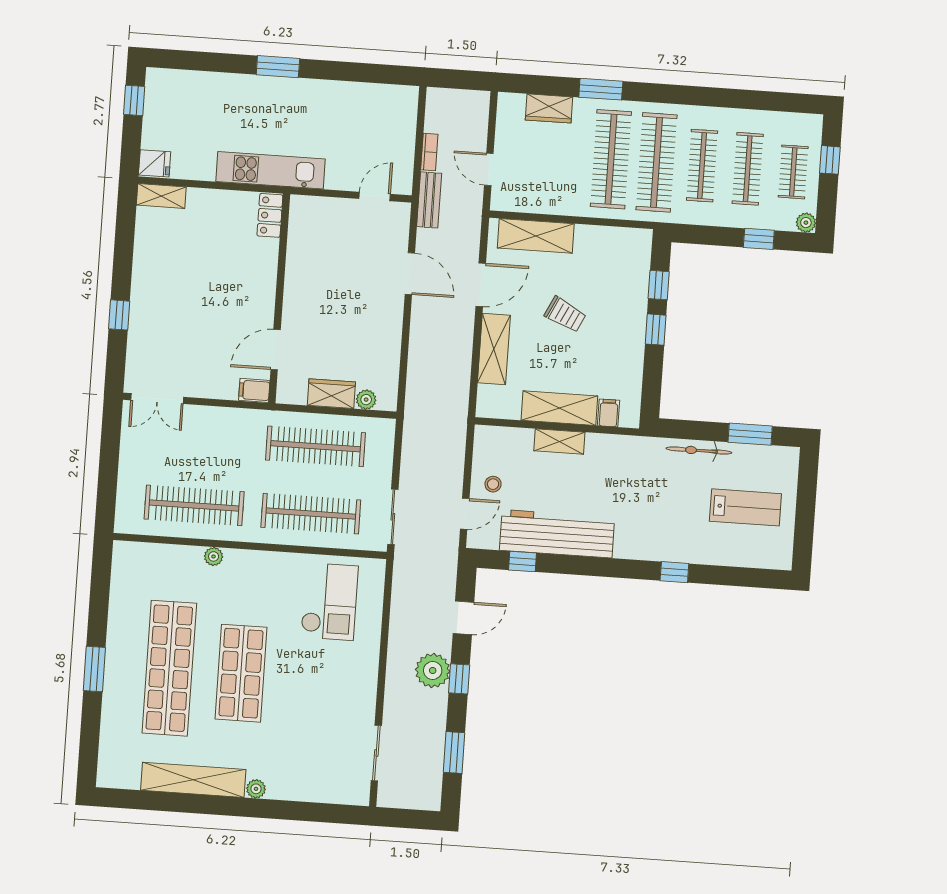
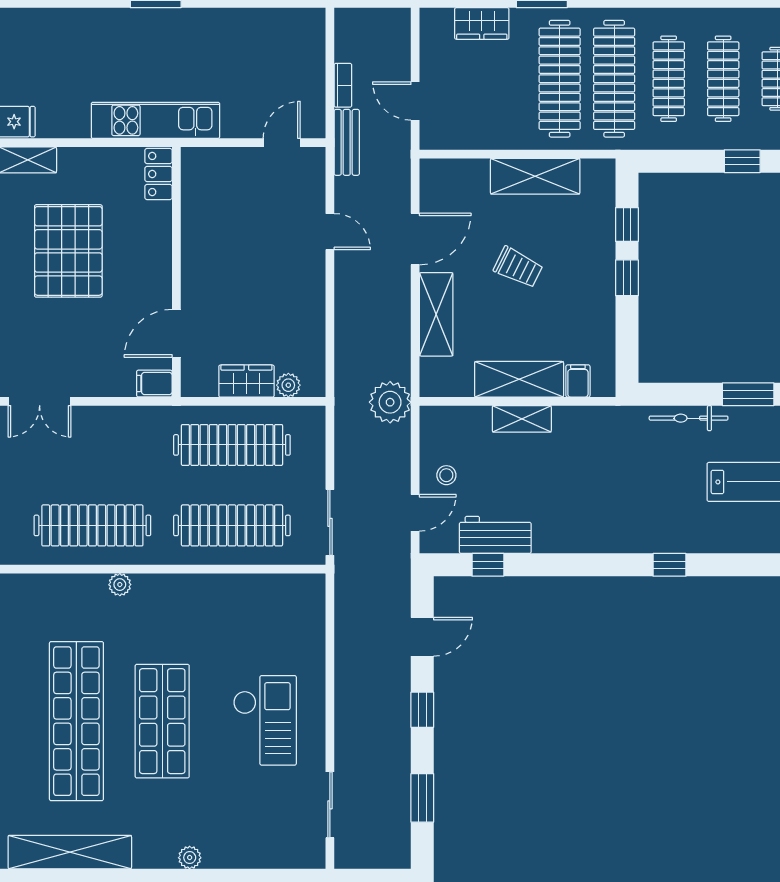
shelving: (536, 236) -> (535, 176), moved
pallet: (190, 274) -> (68, 251), added
door: (410, 274) -> (330, 232), width x0.73
workbench: (557, 534) -> (495, 535), width x0.53, depth x0.76
checkout: (329, 602) -> (265, 720), moved
plant: (433, 671) -> (390, 402), moved
shelving: (193, 780) -> (70, 852), moved

